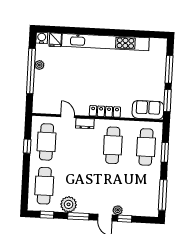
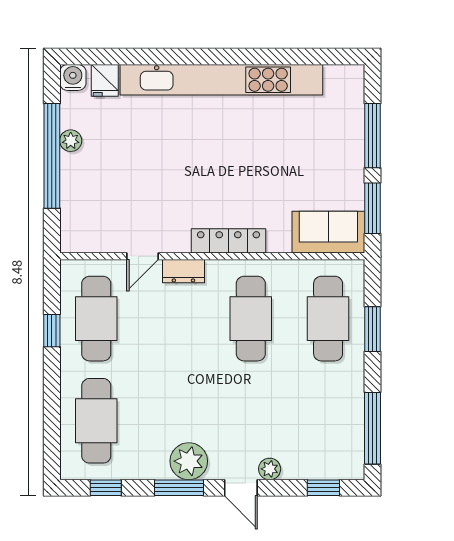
door: (68, 116) -> (143, 256), swing flipped
plant: (69, 204) -> (189, 461), moved
window: (125, 219) -> (323, 488), moved

